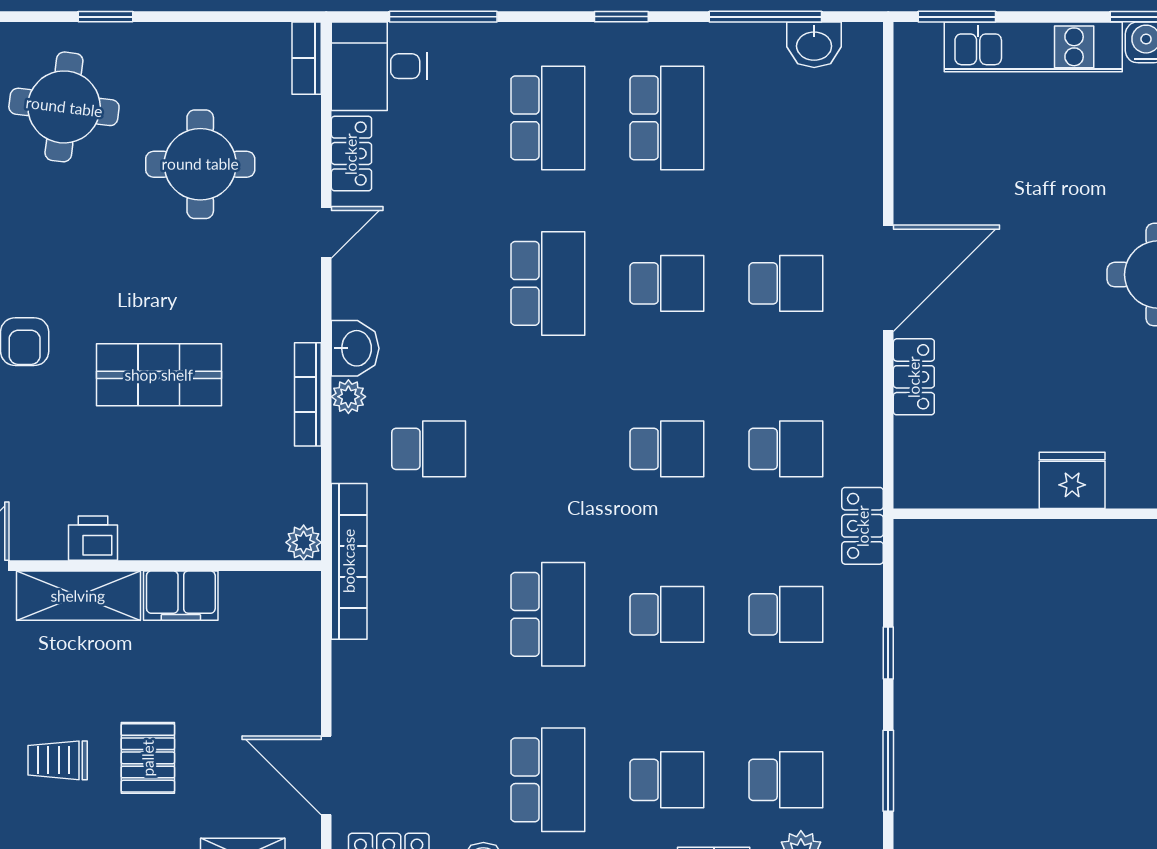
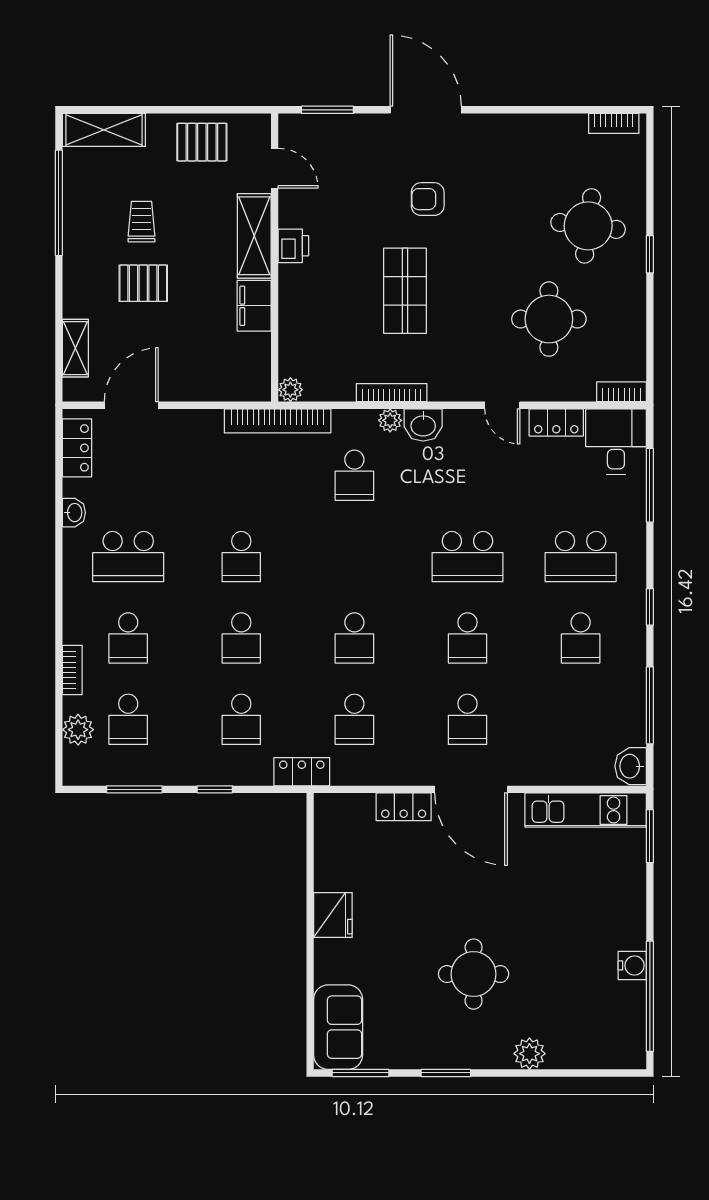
washbasin: (814, 45) -> (631, 766), moved
kitchen unit: (1033, 47) -> (586, 810), moved, turned -90
school desk: (667, 118) -> (581, 638), width x0.54
school desk: (548, 614) -> (241, 557), width x0.54

